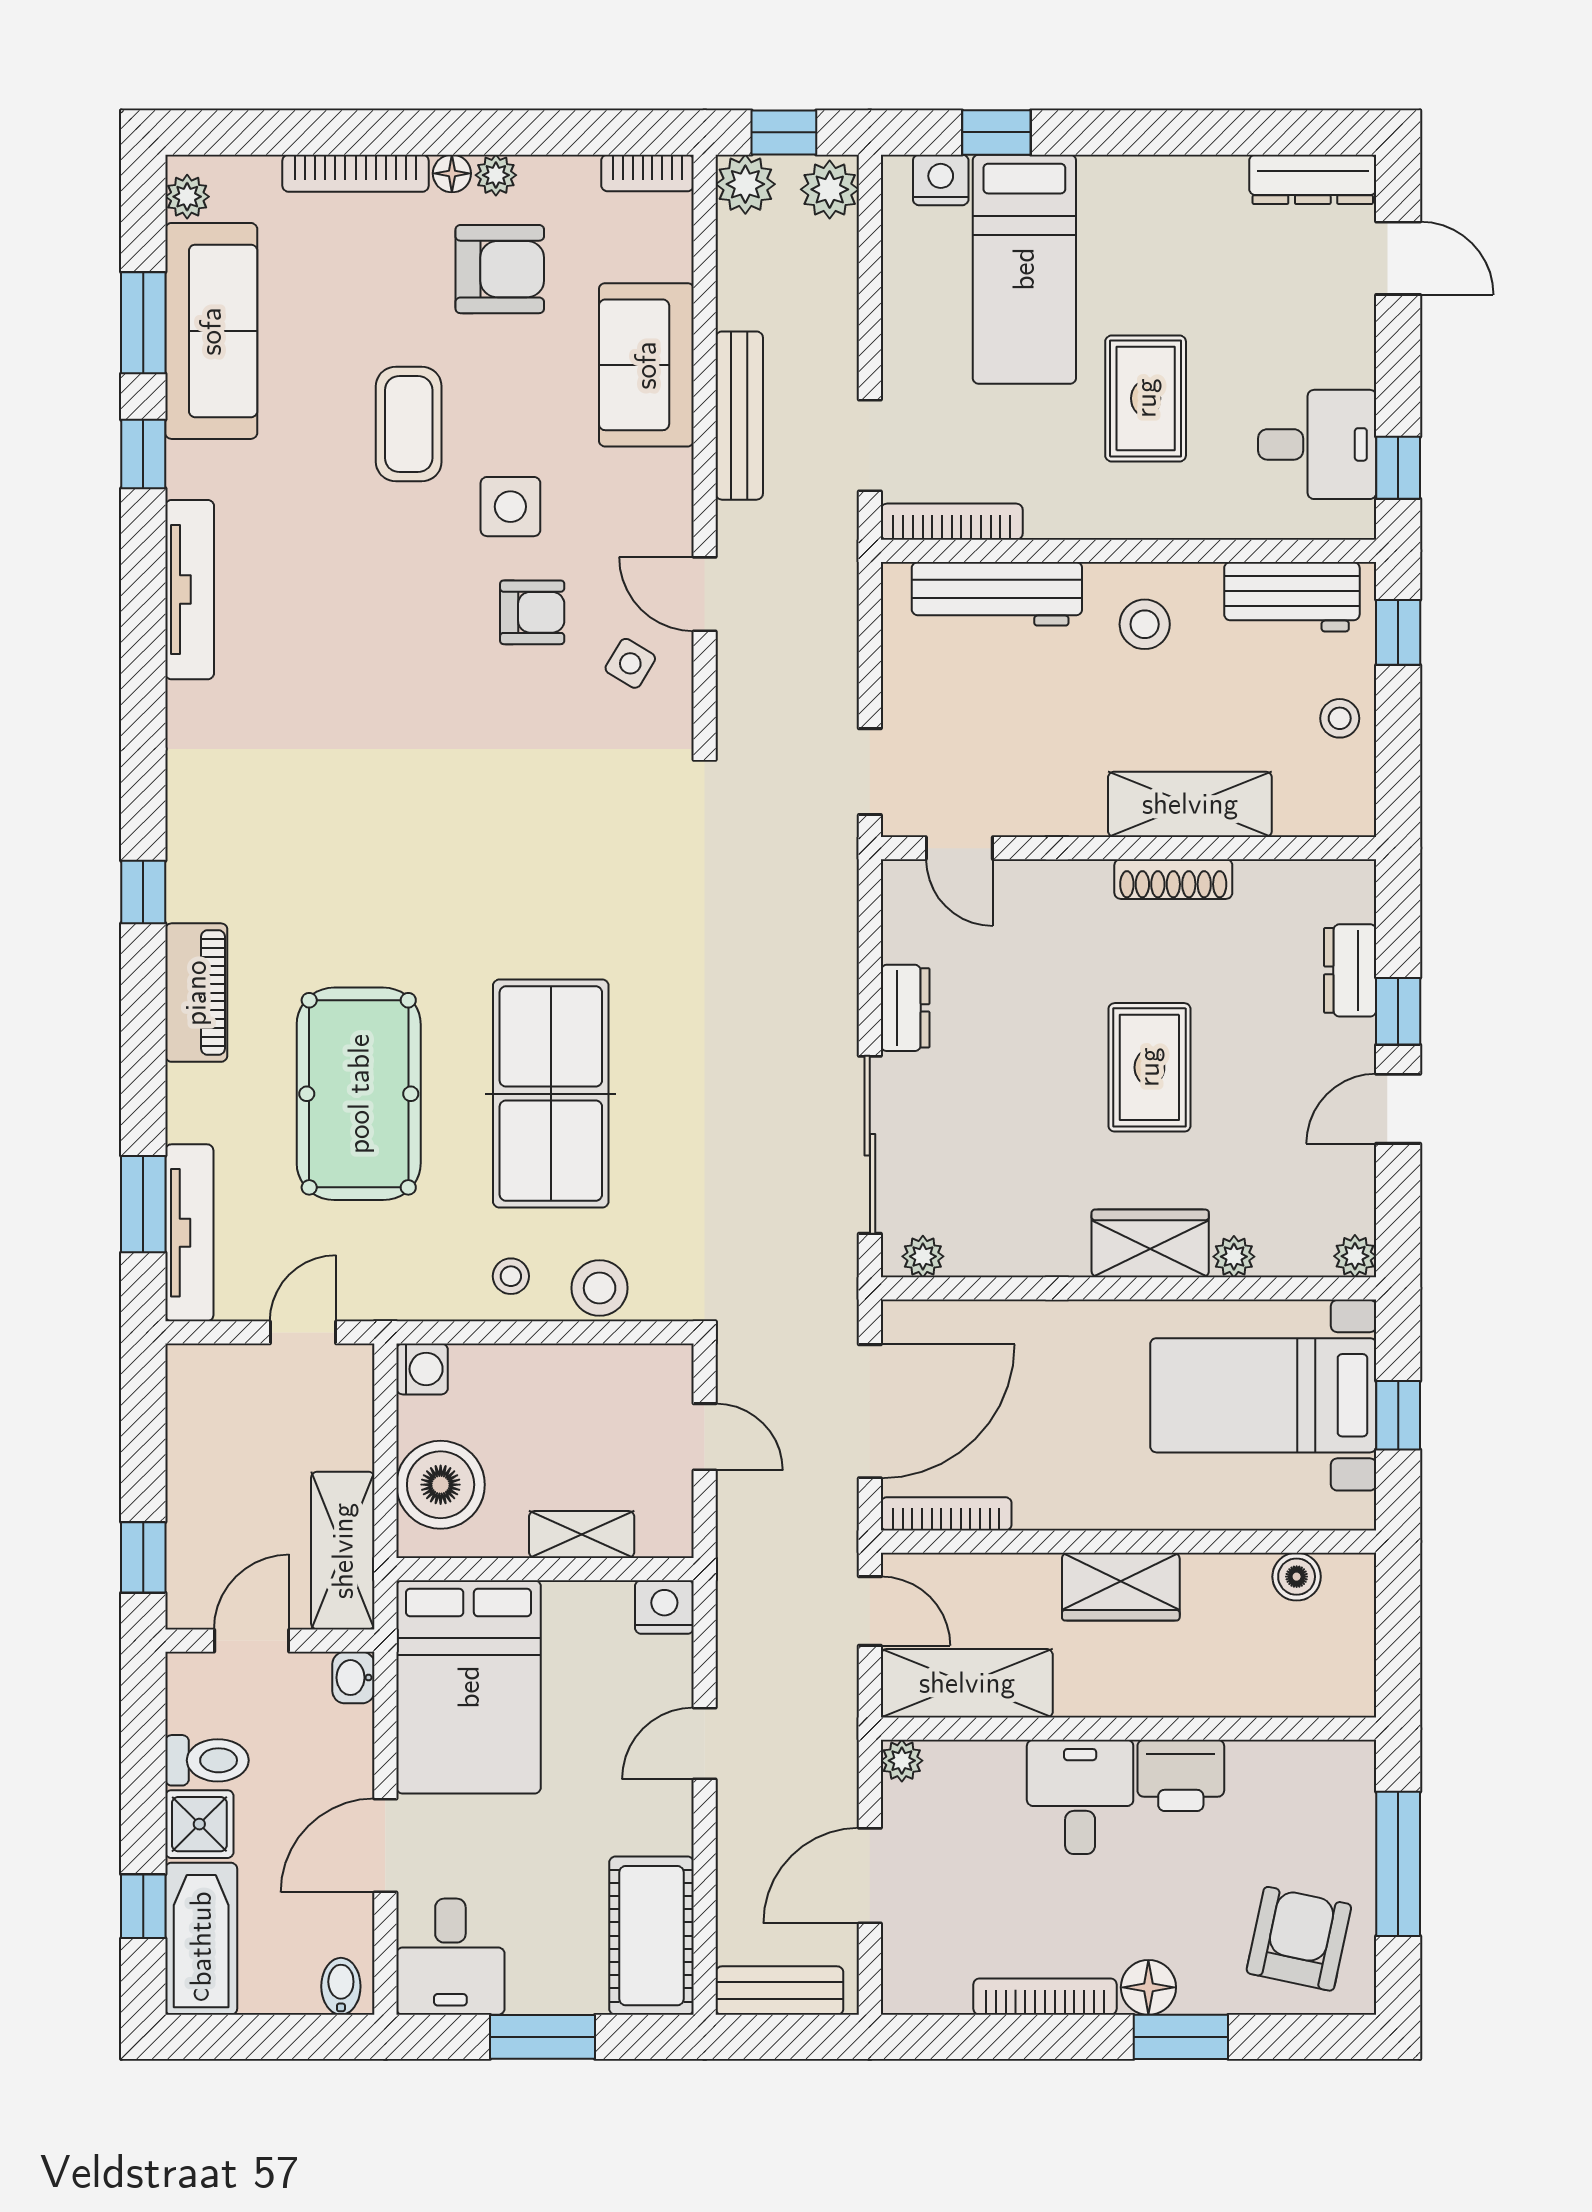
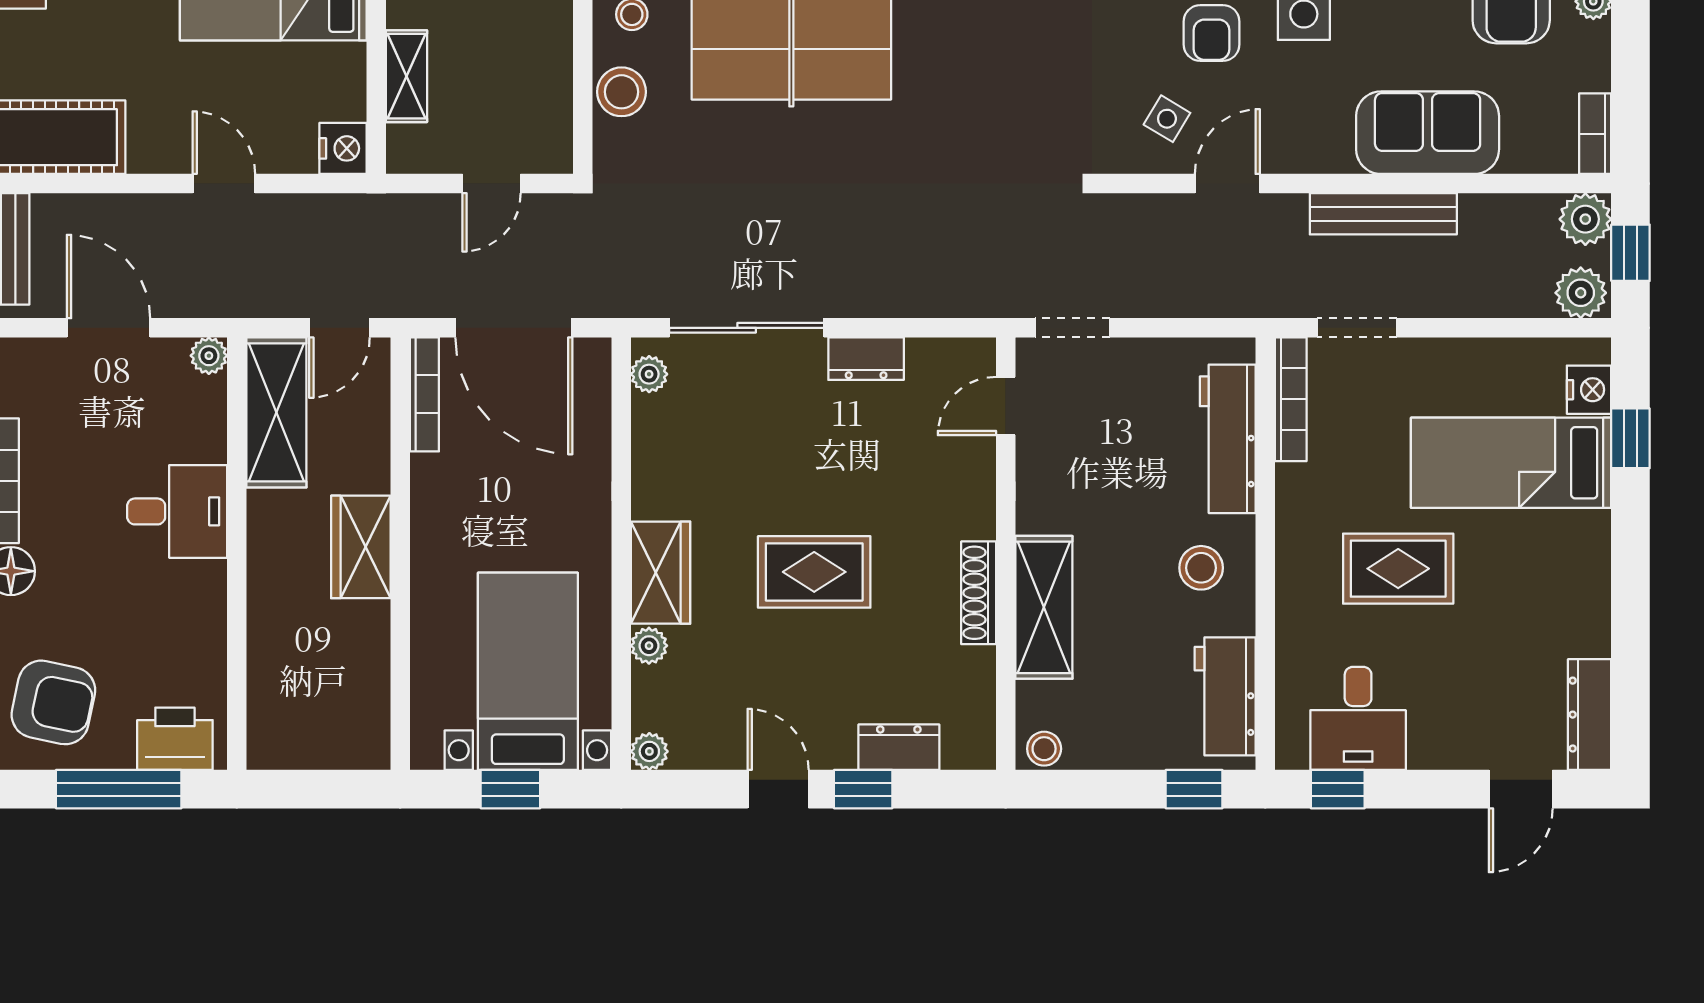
stool: (1340, 718) -> (1044, 749), moved
boiler: (1297, 1577) -> (370, 700), removed
printer: (1181, 1775) -> (175, 739), moved, turned 90

